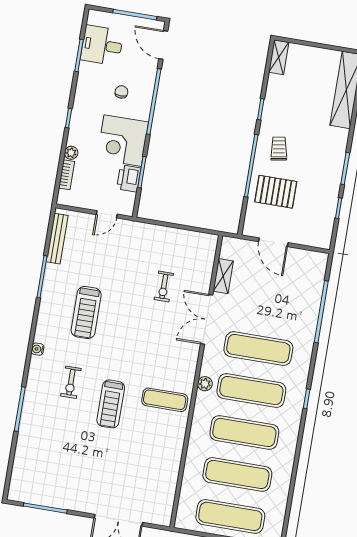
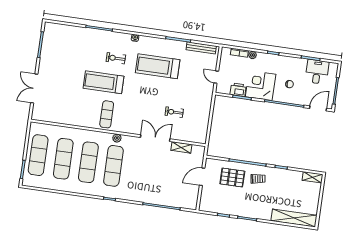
pallet: (276, 192) -> (232, 178), turned 90
treadmill: (86, 312) -> (158, 66), width x1.37, depth x1.38
exercise mat: (258, 349) -> (139, 169), removed
treadmill: (111, 404) -> (103, 82), width x1.37, depth x1.38

